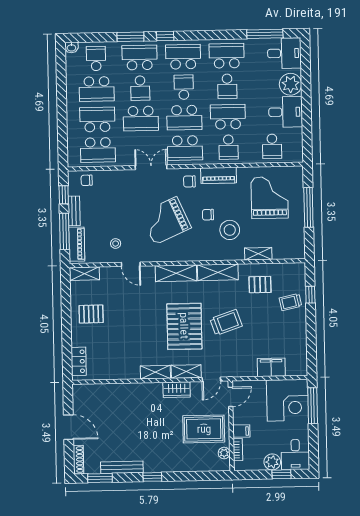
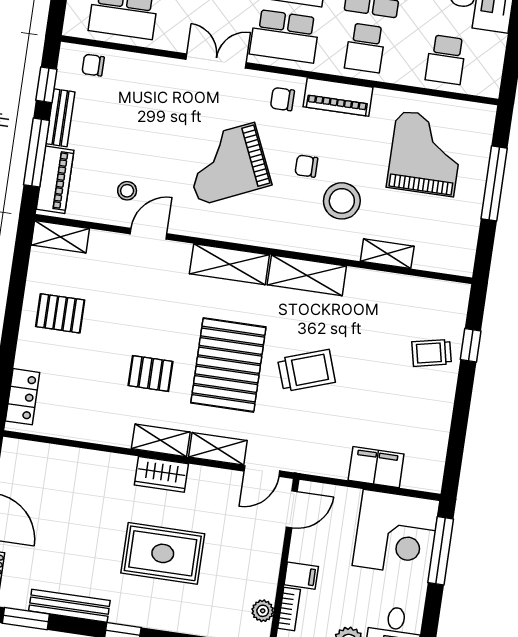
door: (131, 264) -> (149, 234), swing flipped
pallet: (260, 285) -> (151, 373), moved
wardrobe: (177, 390) -> (161, 474), moved
rug: (204, 429) -> (163, 553), moved

